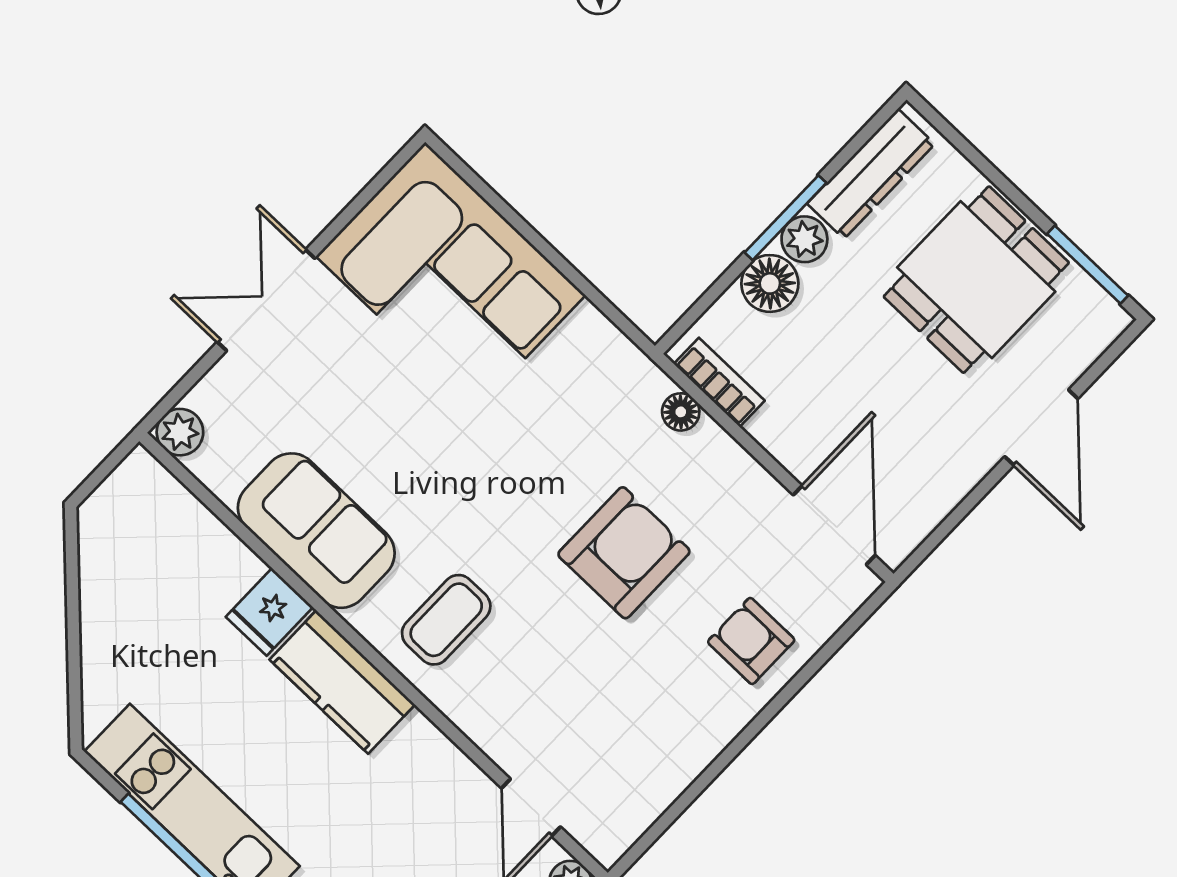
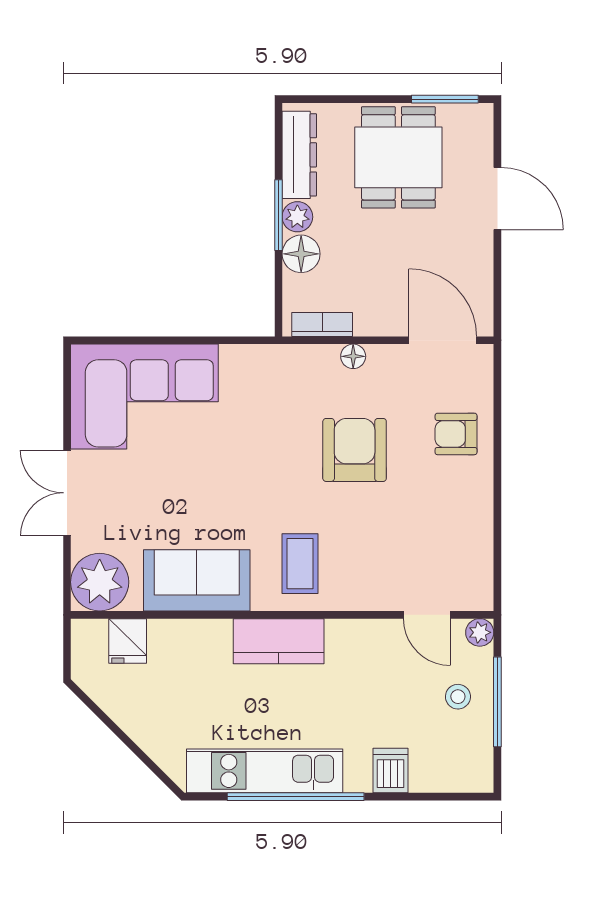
floor lamp: (681, 412) -> (353, 356), moved
plant: (180, 432) -> (100, 582), width x1.88, depth x1.88
fridge: (269, 612) -> (128, 641), moved

